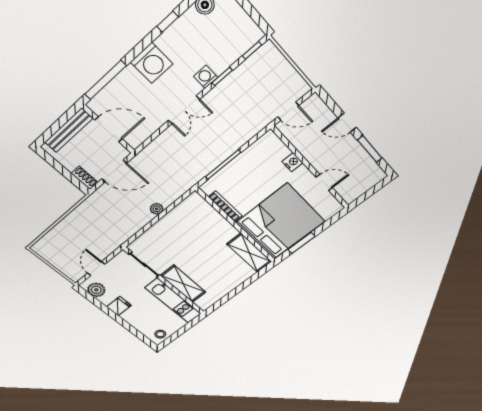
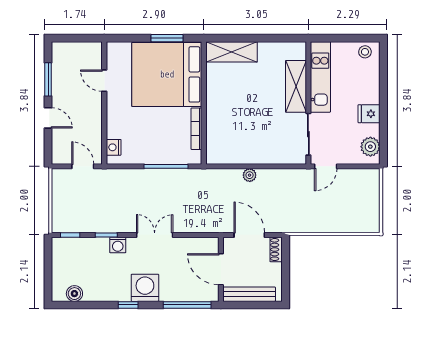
window: (168, 22) -> (128, 305), moved
nightstand: (292, 162) -> (114, 147), moved
shelving: (249, 253) -> (232, 52), moved, turned 90
door: (96, 269) -> (326, 166), moved

